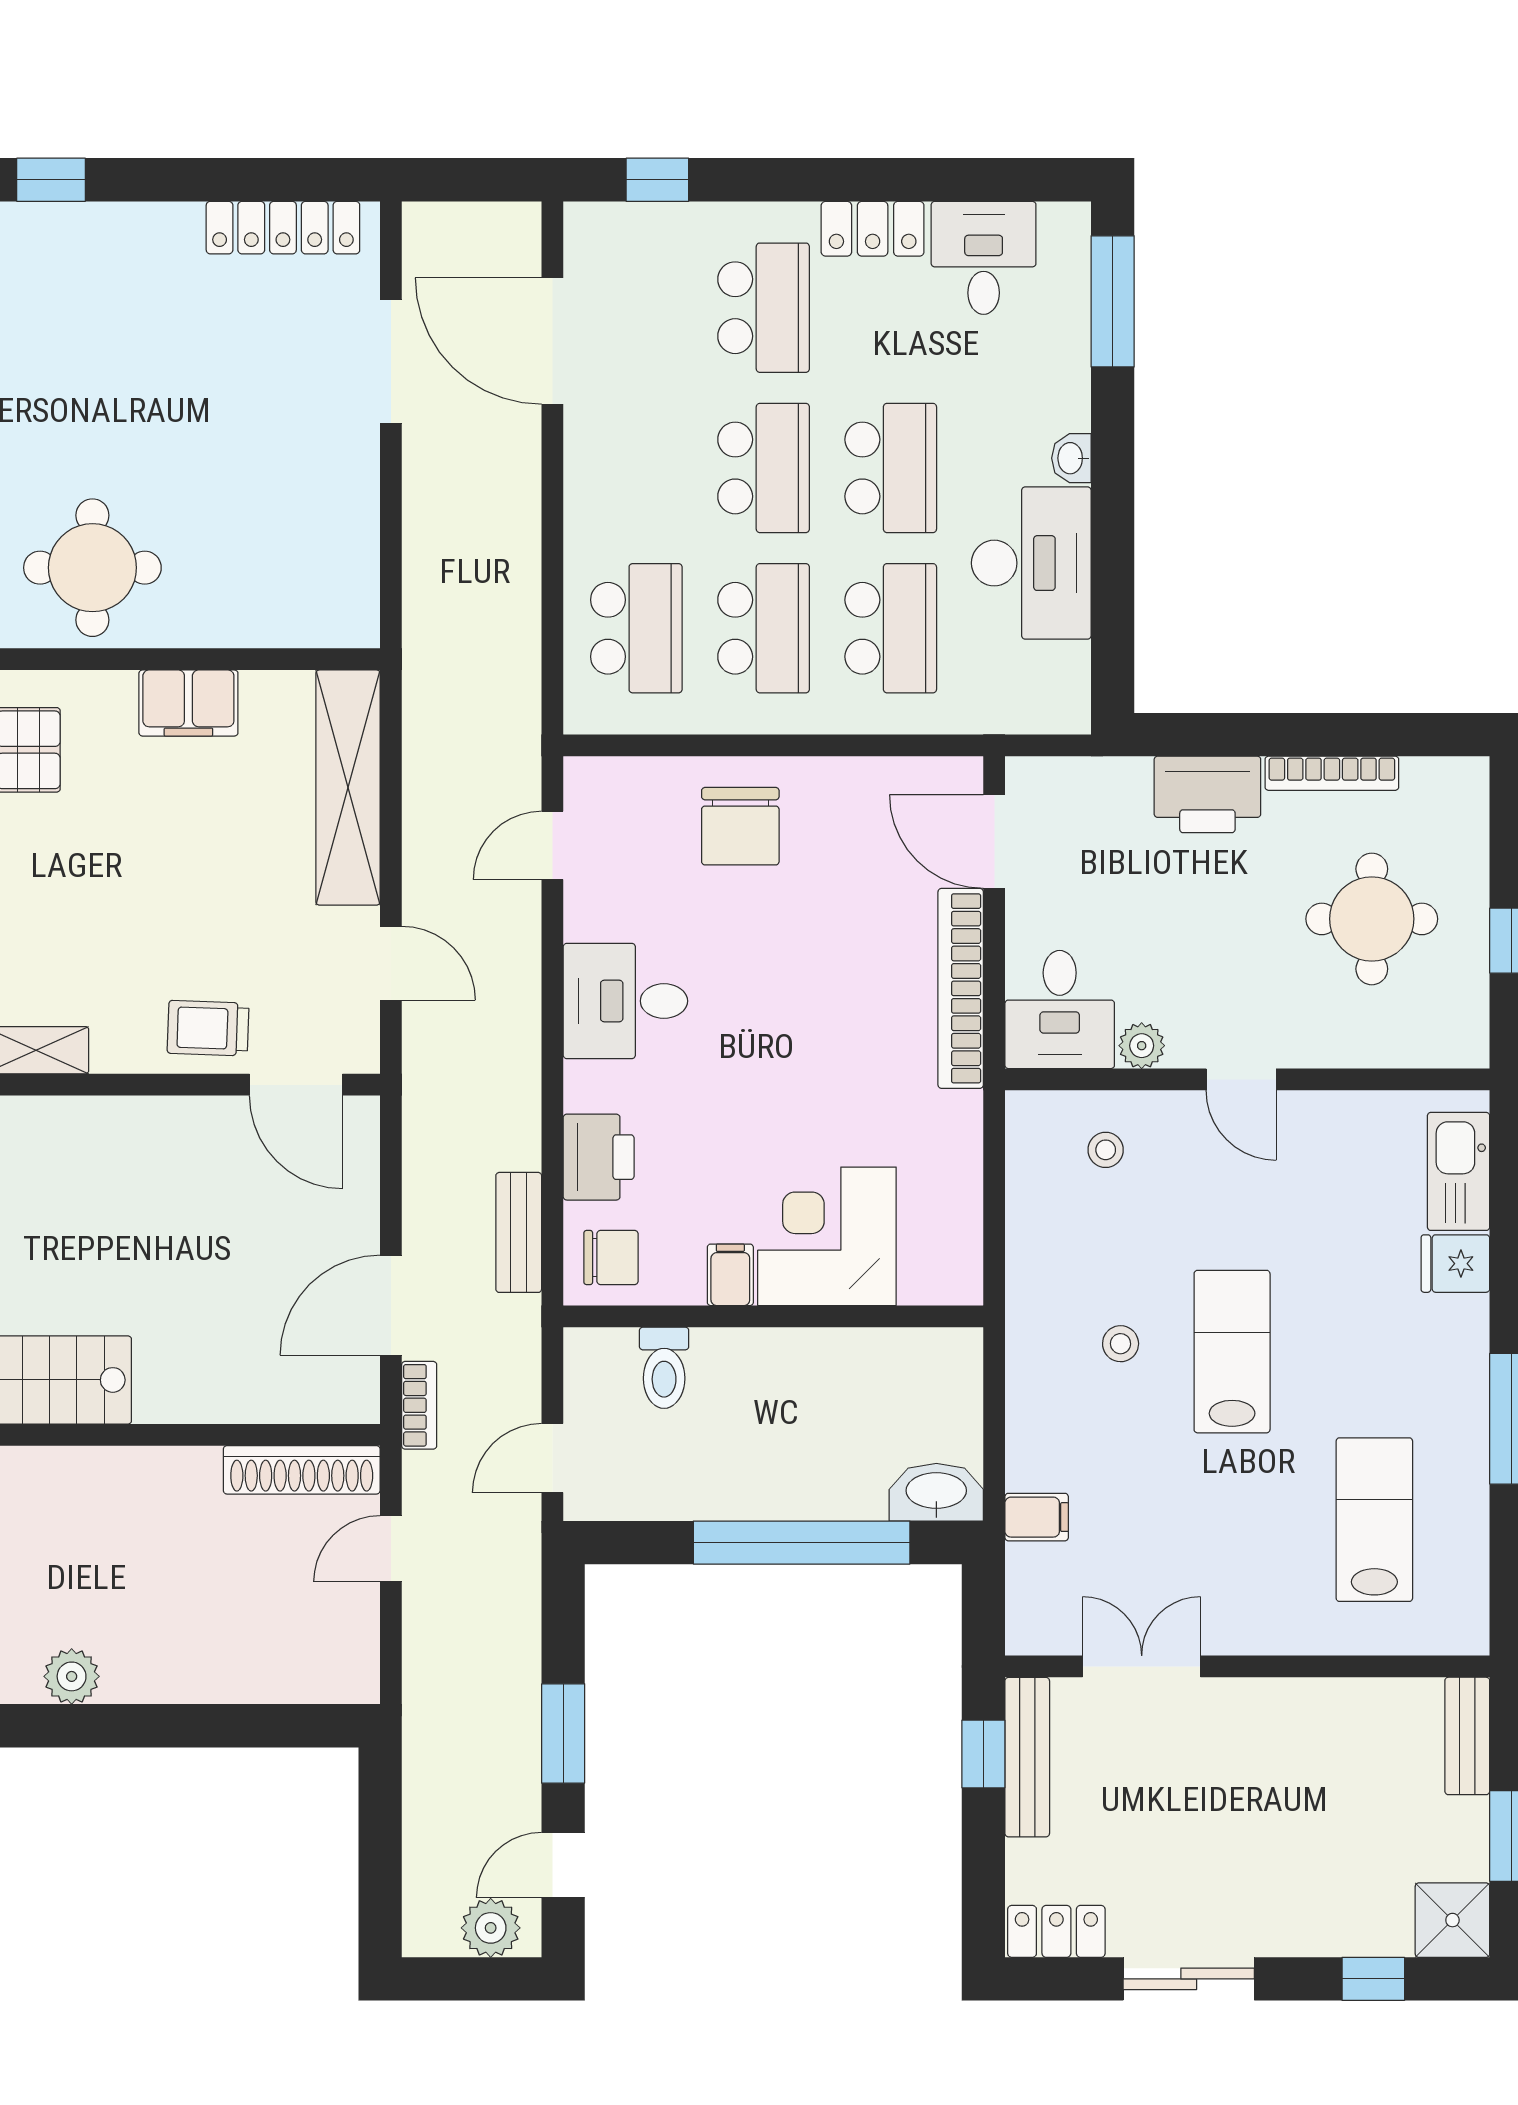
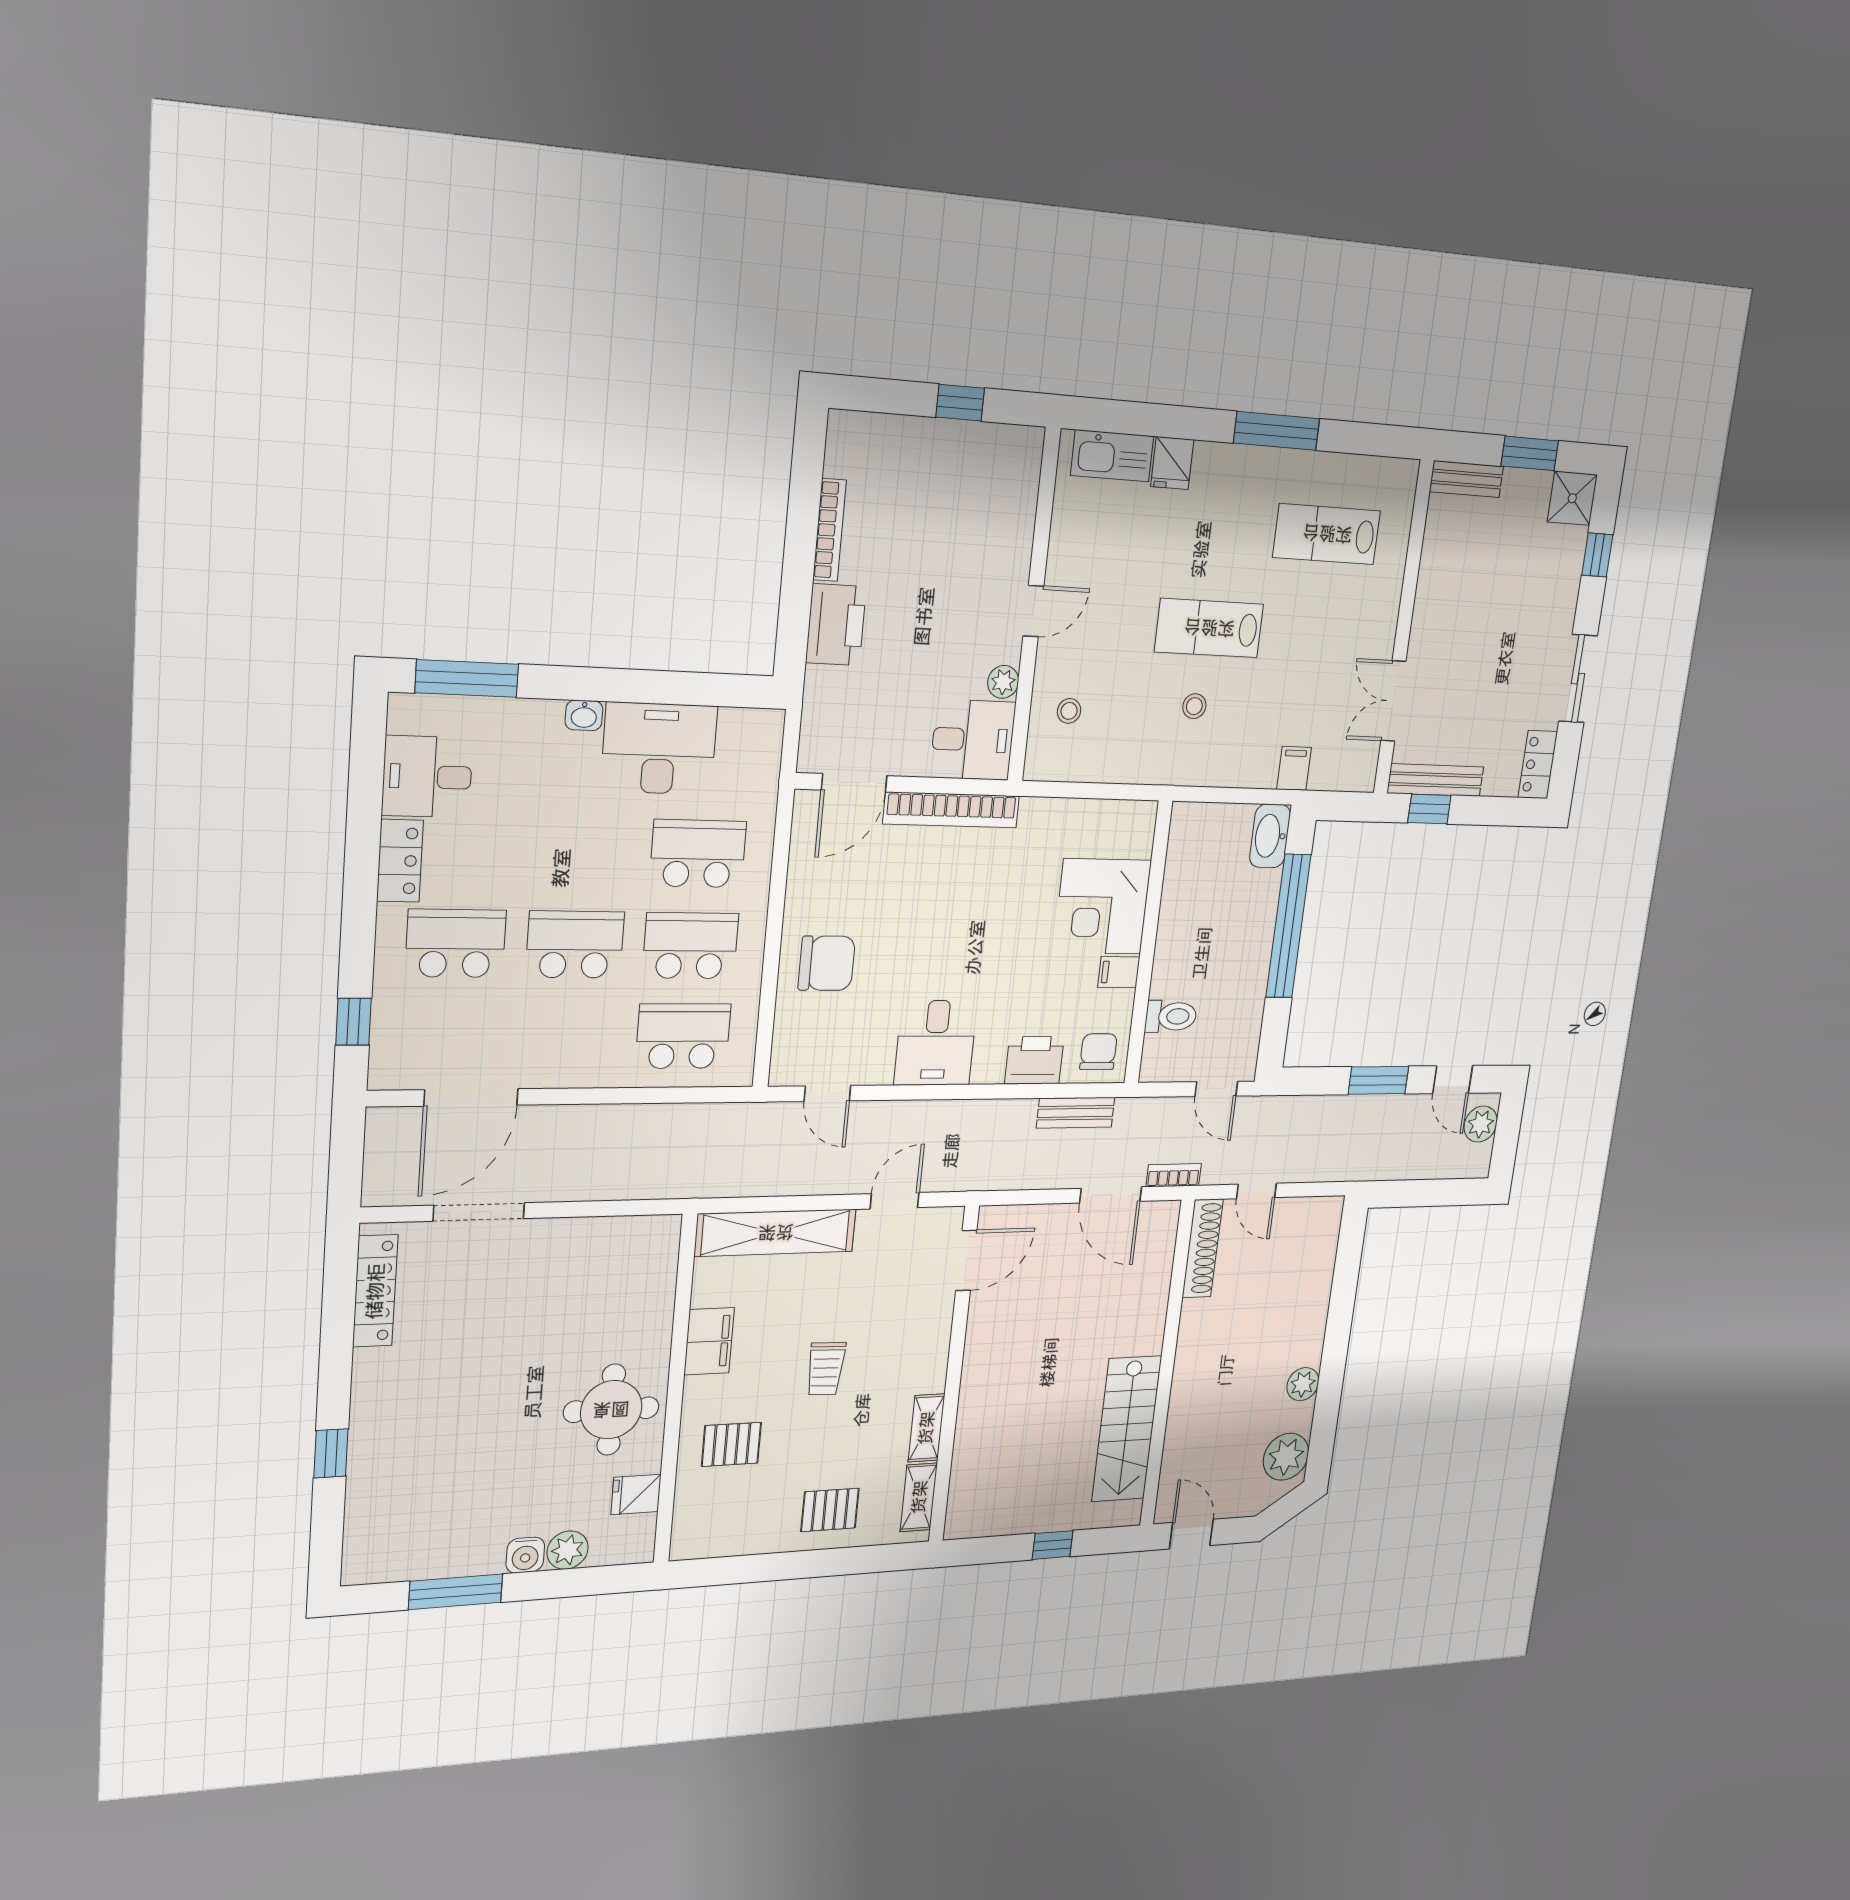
school desk: (891, 468) -> (582, 851), removed
round table: (1372, 919) -> (935, 507), removed
trolley: (208, 1028) -> (826, 1369), moved

